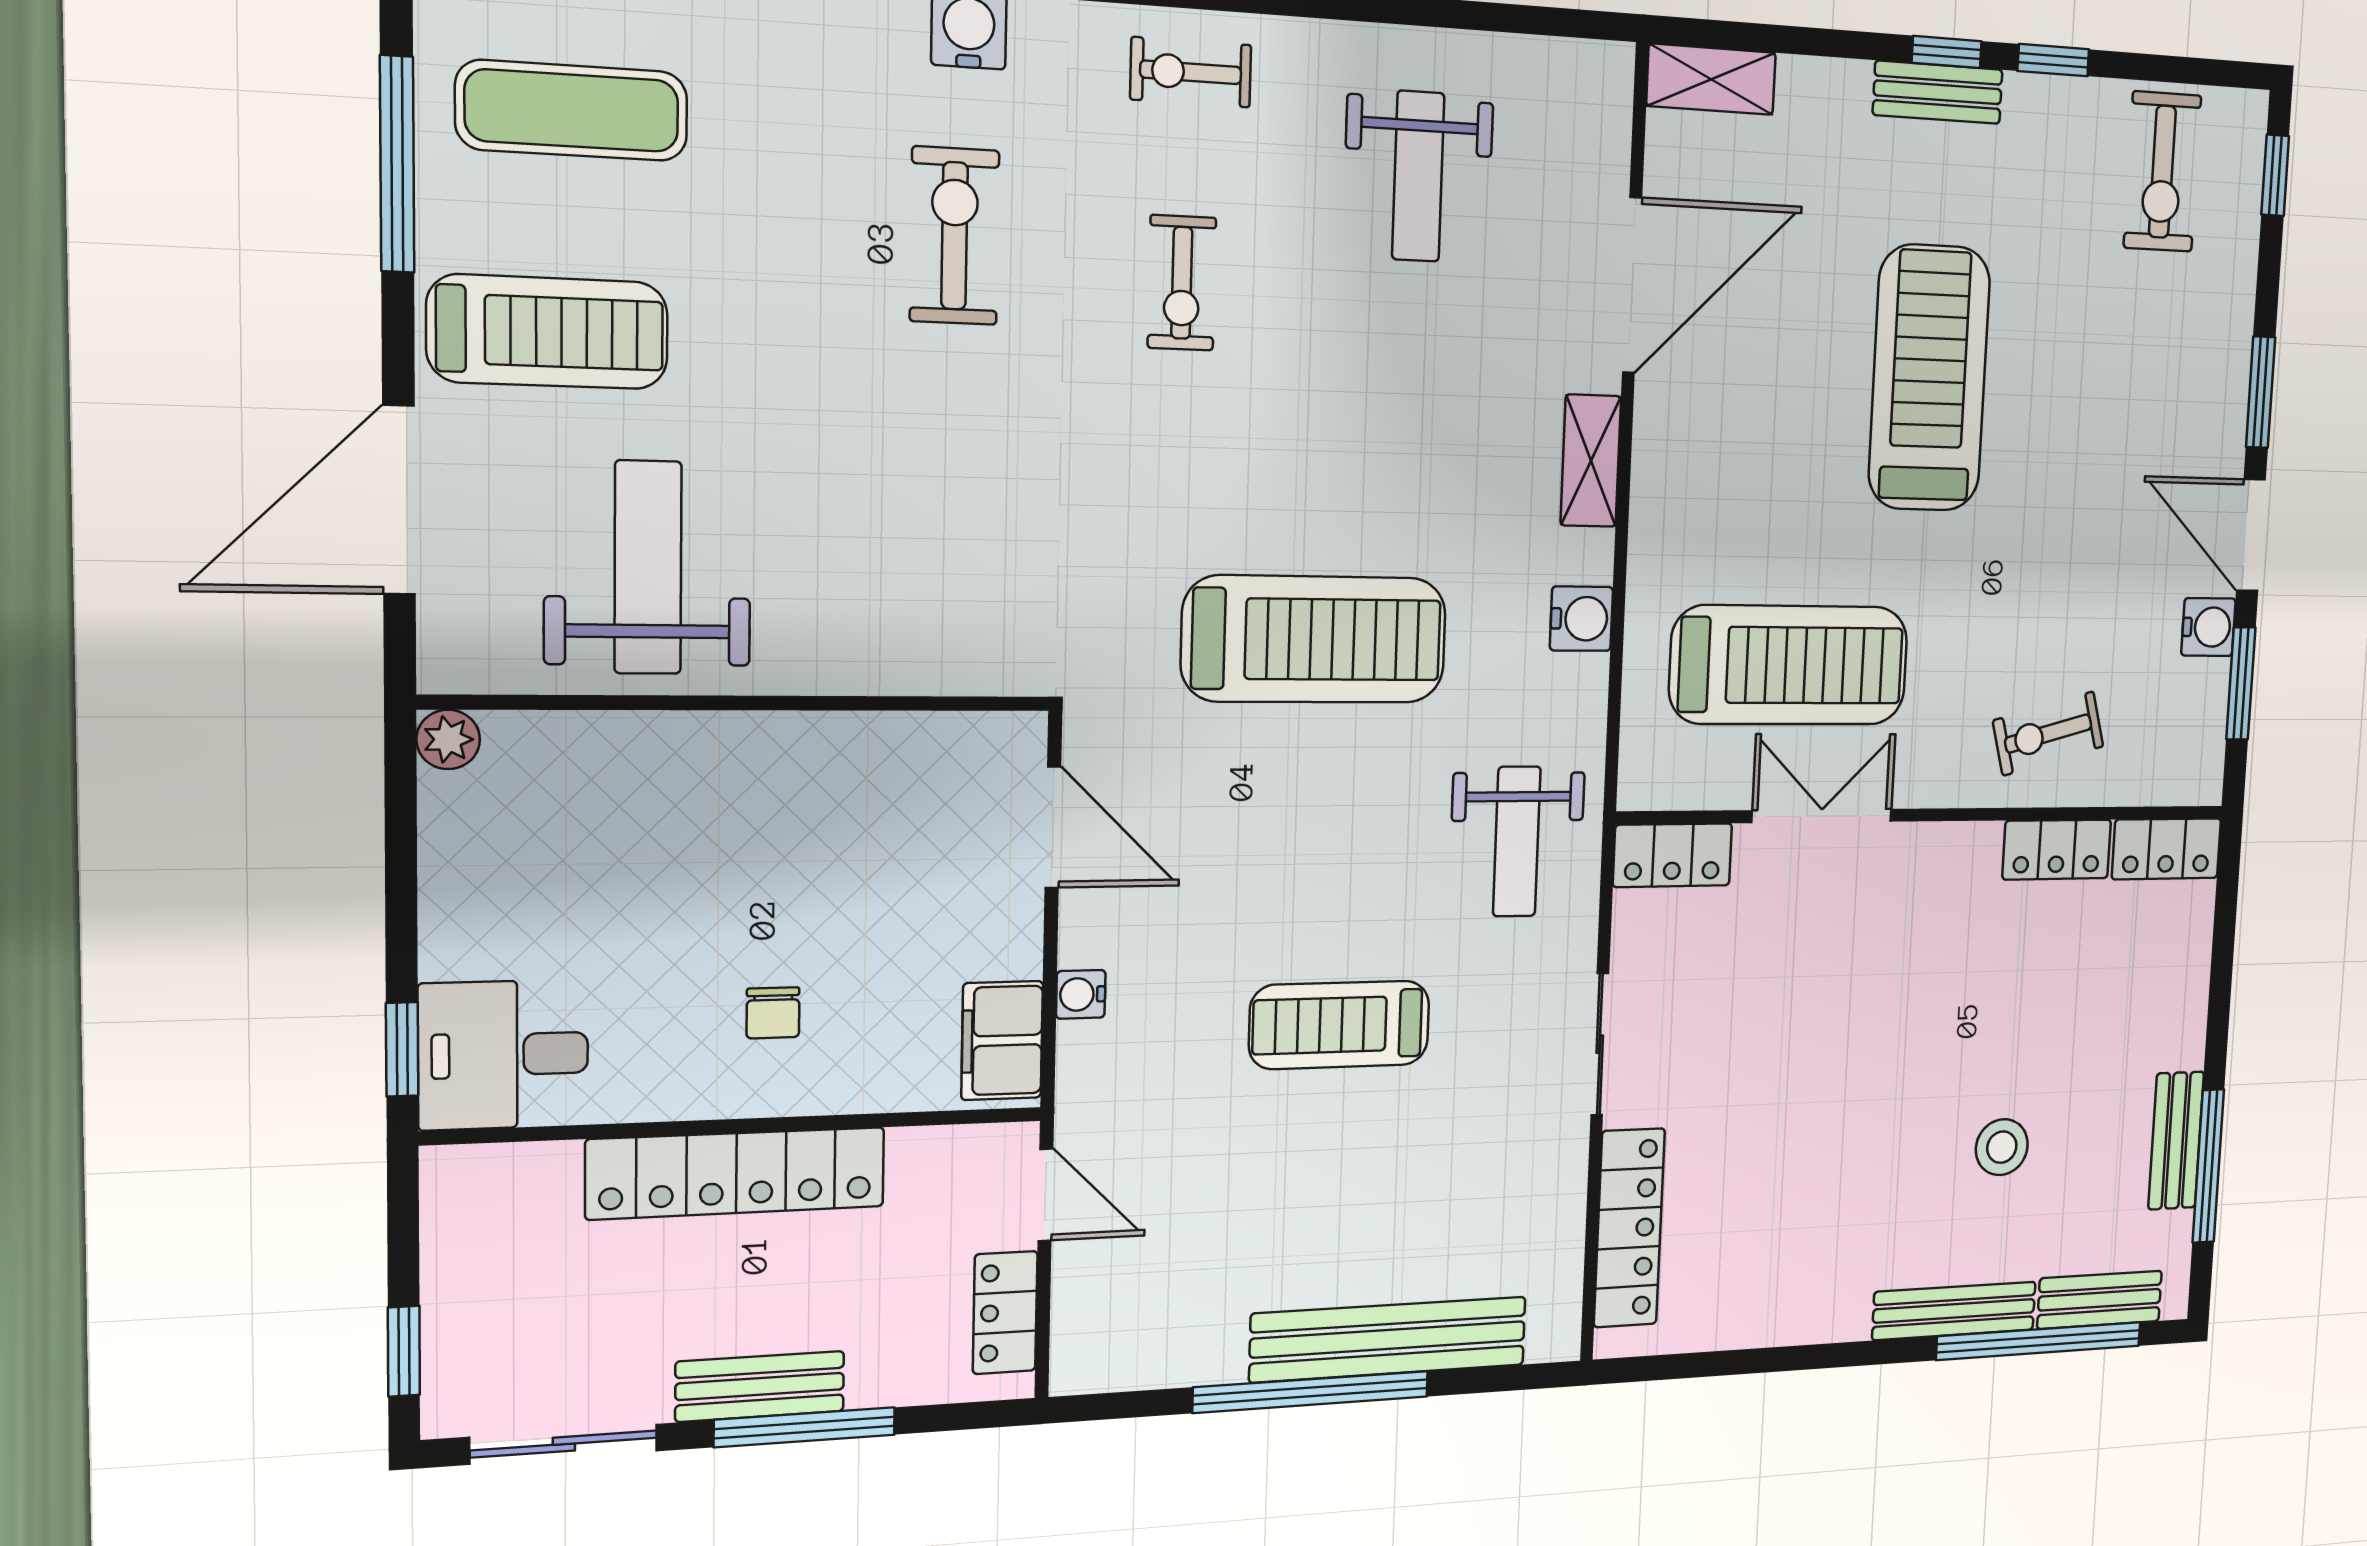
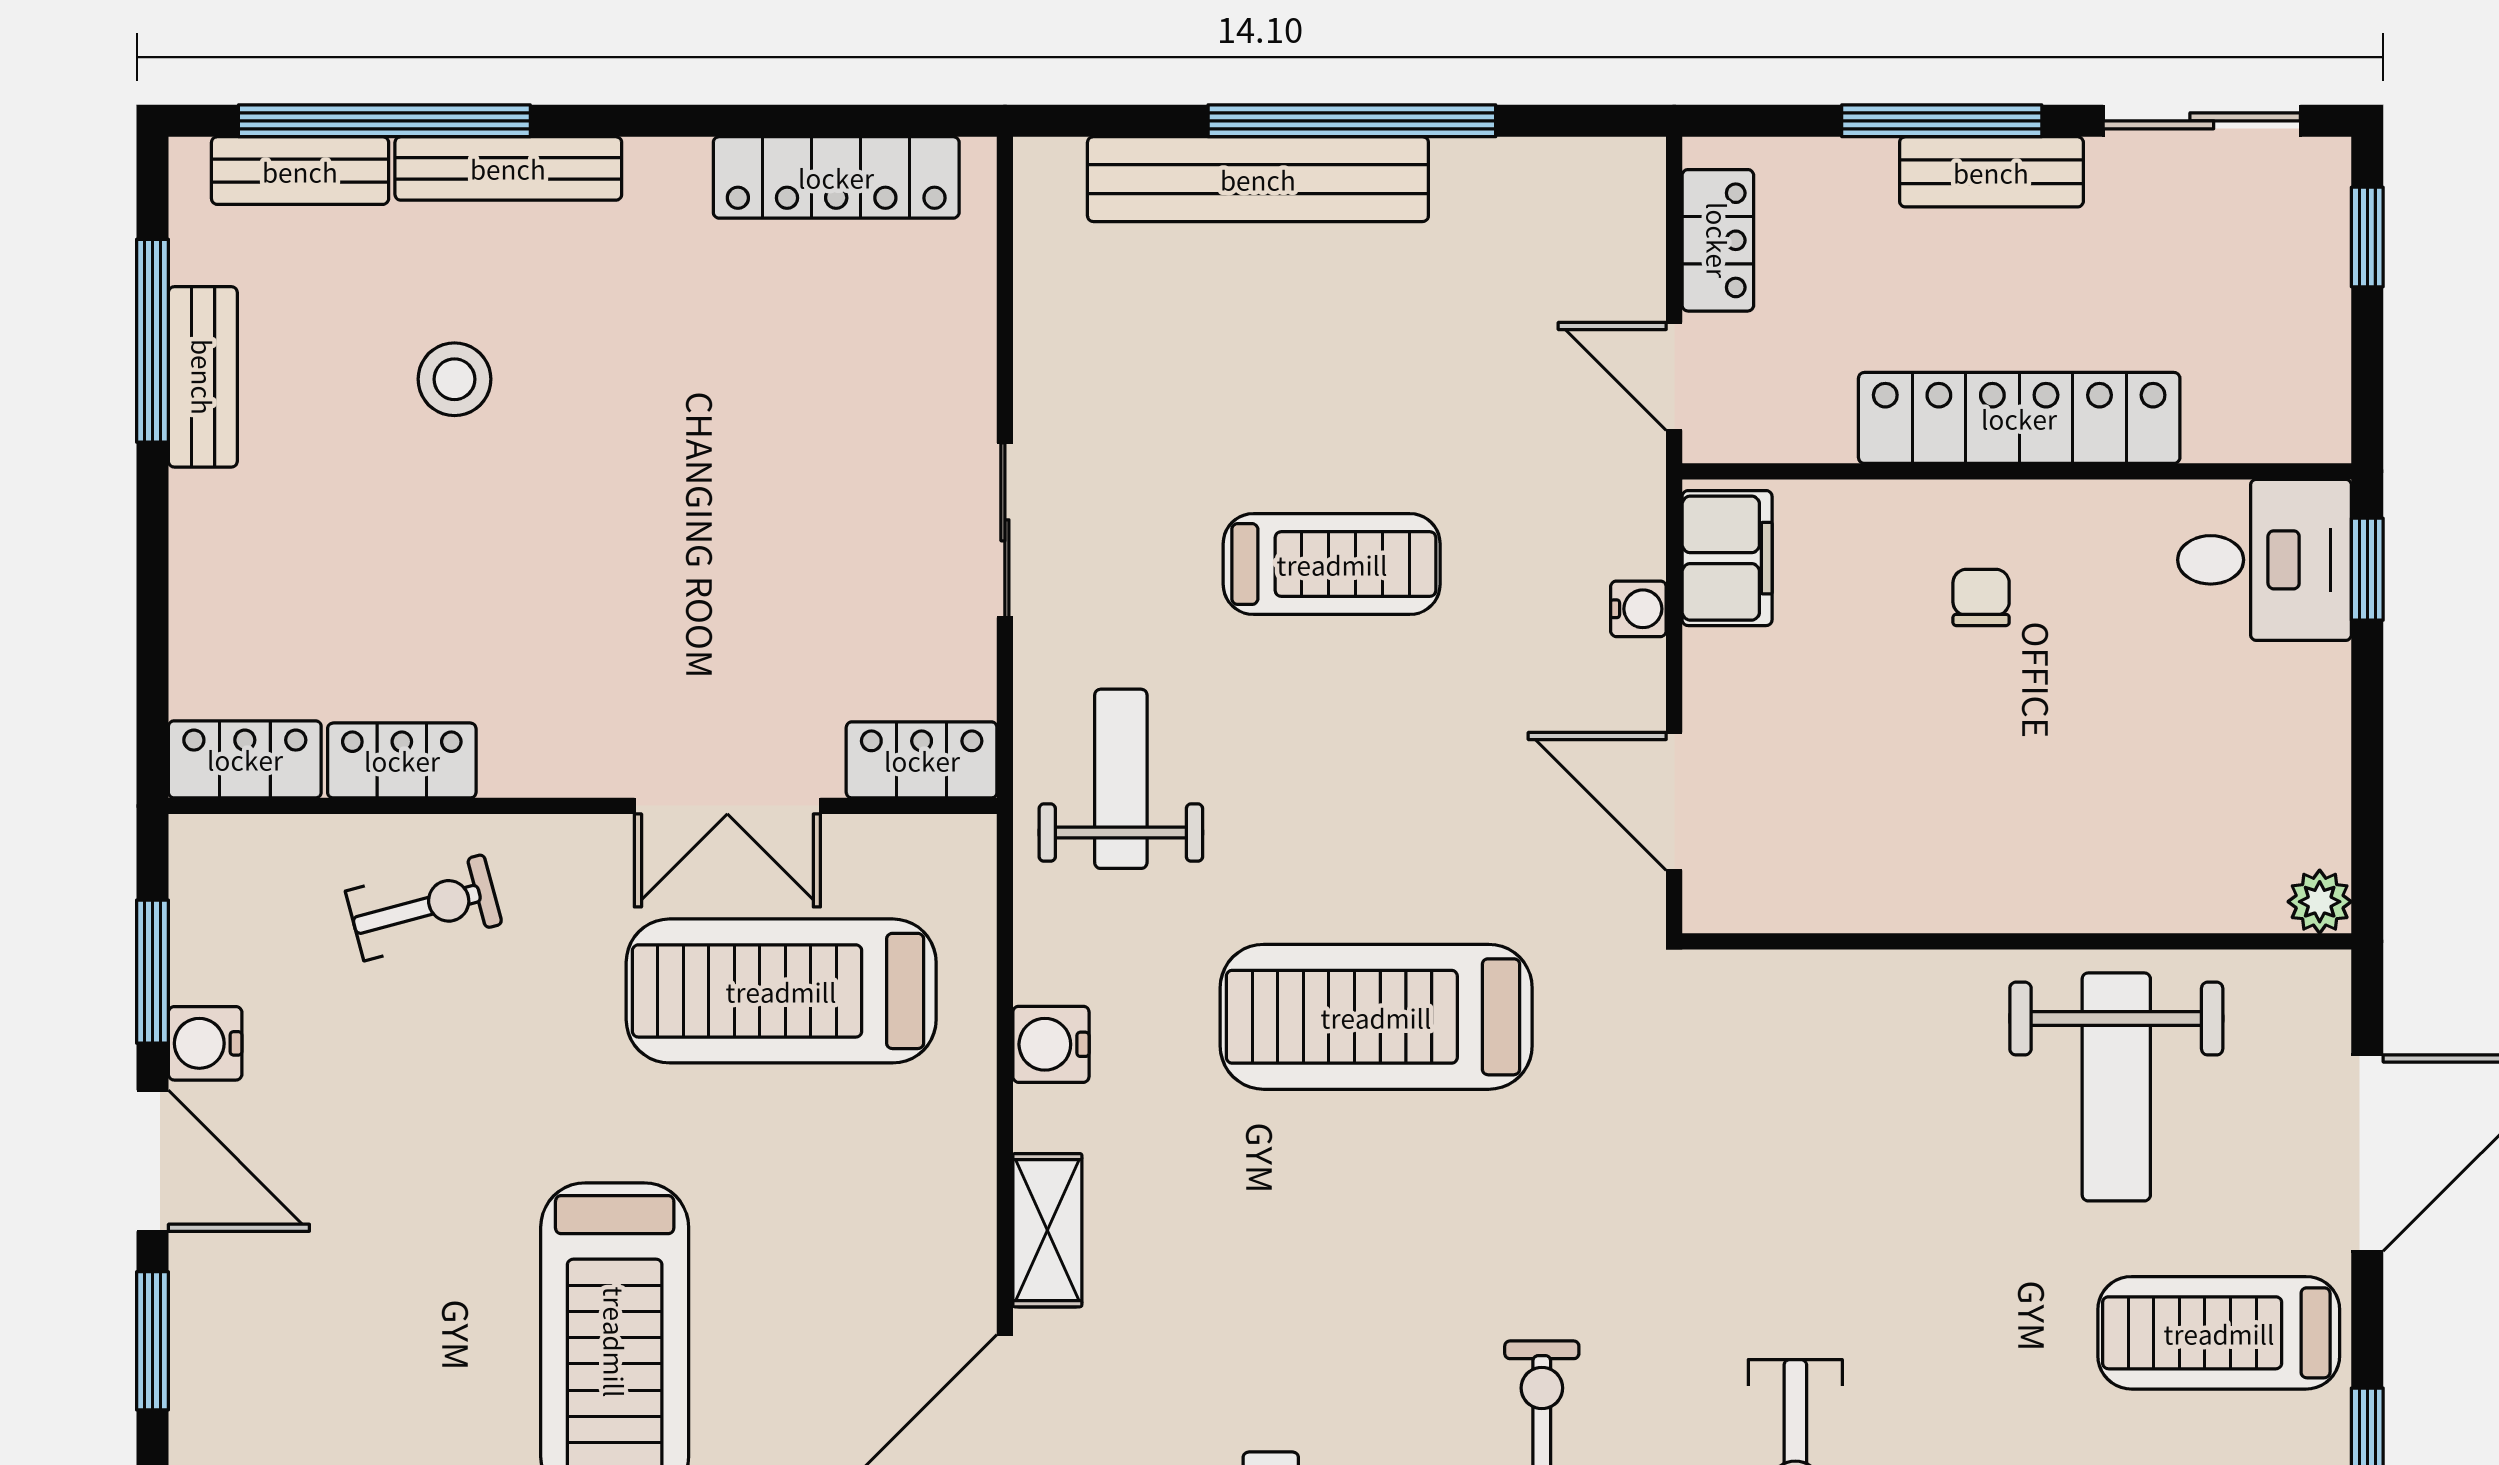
locker: (1629, 1228) -> (836, 177), moved, turned -90

